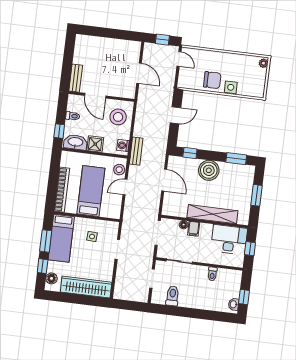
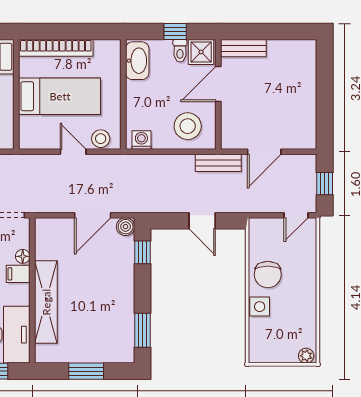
window: (59, 131) -> (175, 32), moved
shower: (95, 144) -> (201, 52), moved
bench: (136, 151) -> (218, 163), moved
boiler: (209, 170) -> (126, 227), moved, width x0.54, depth x0.54

